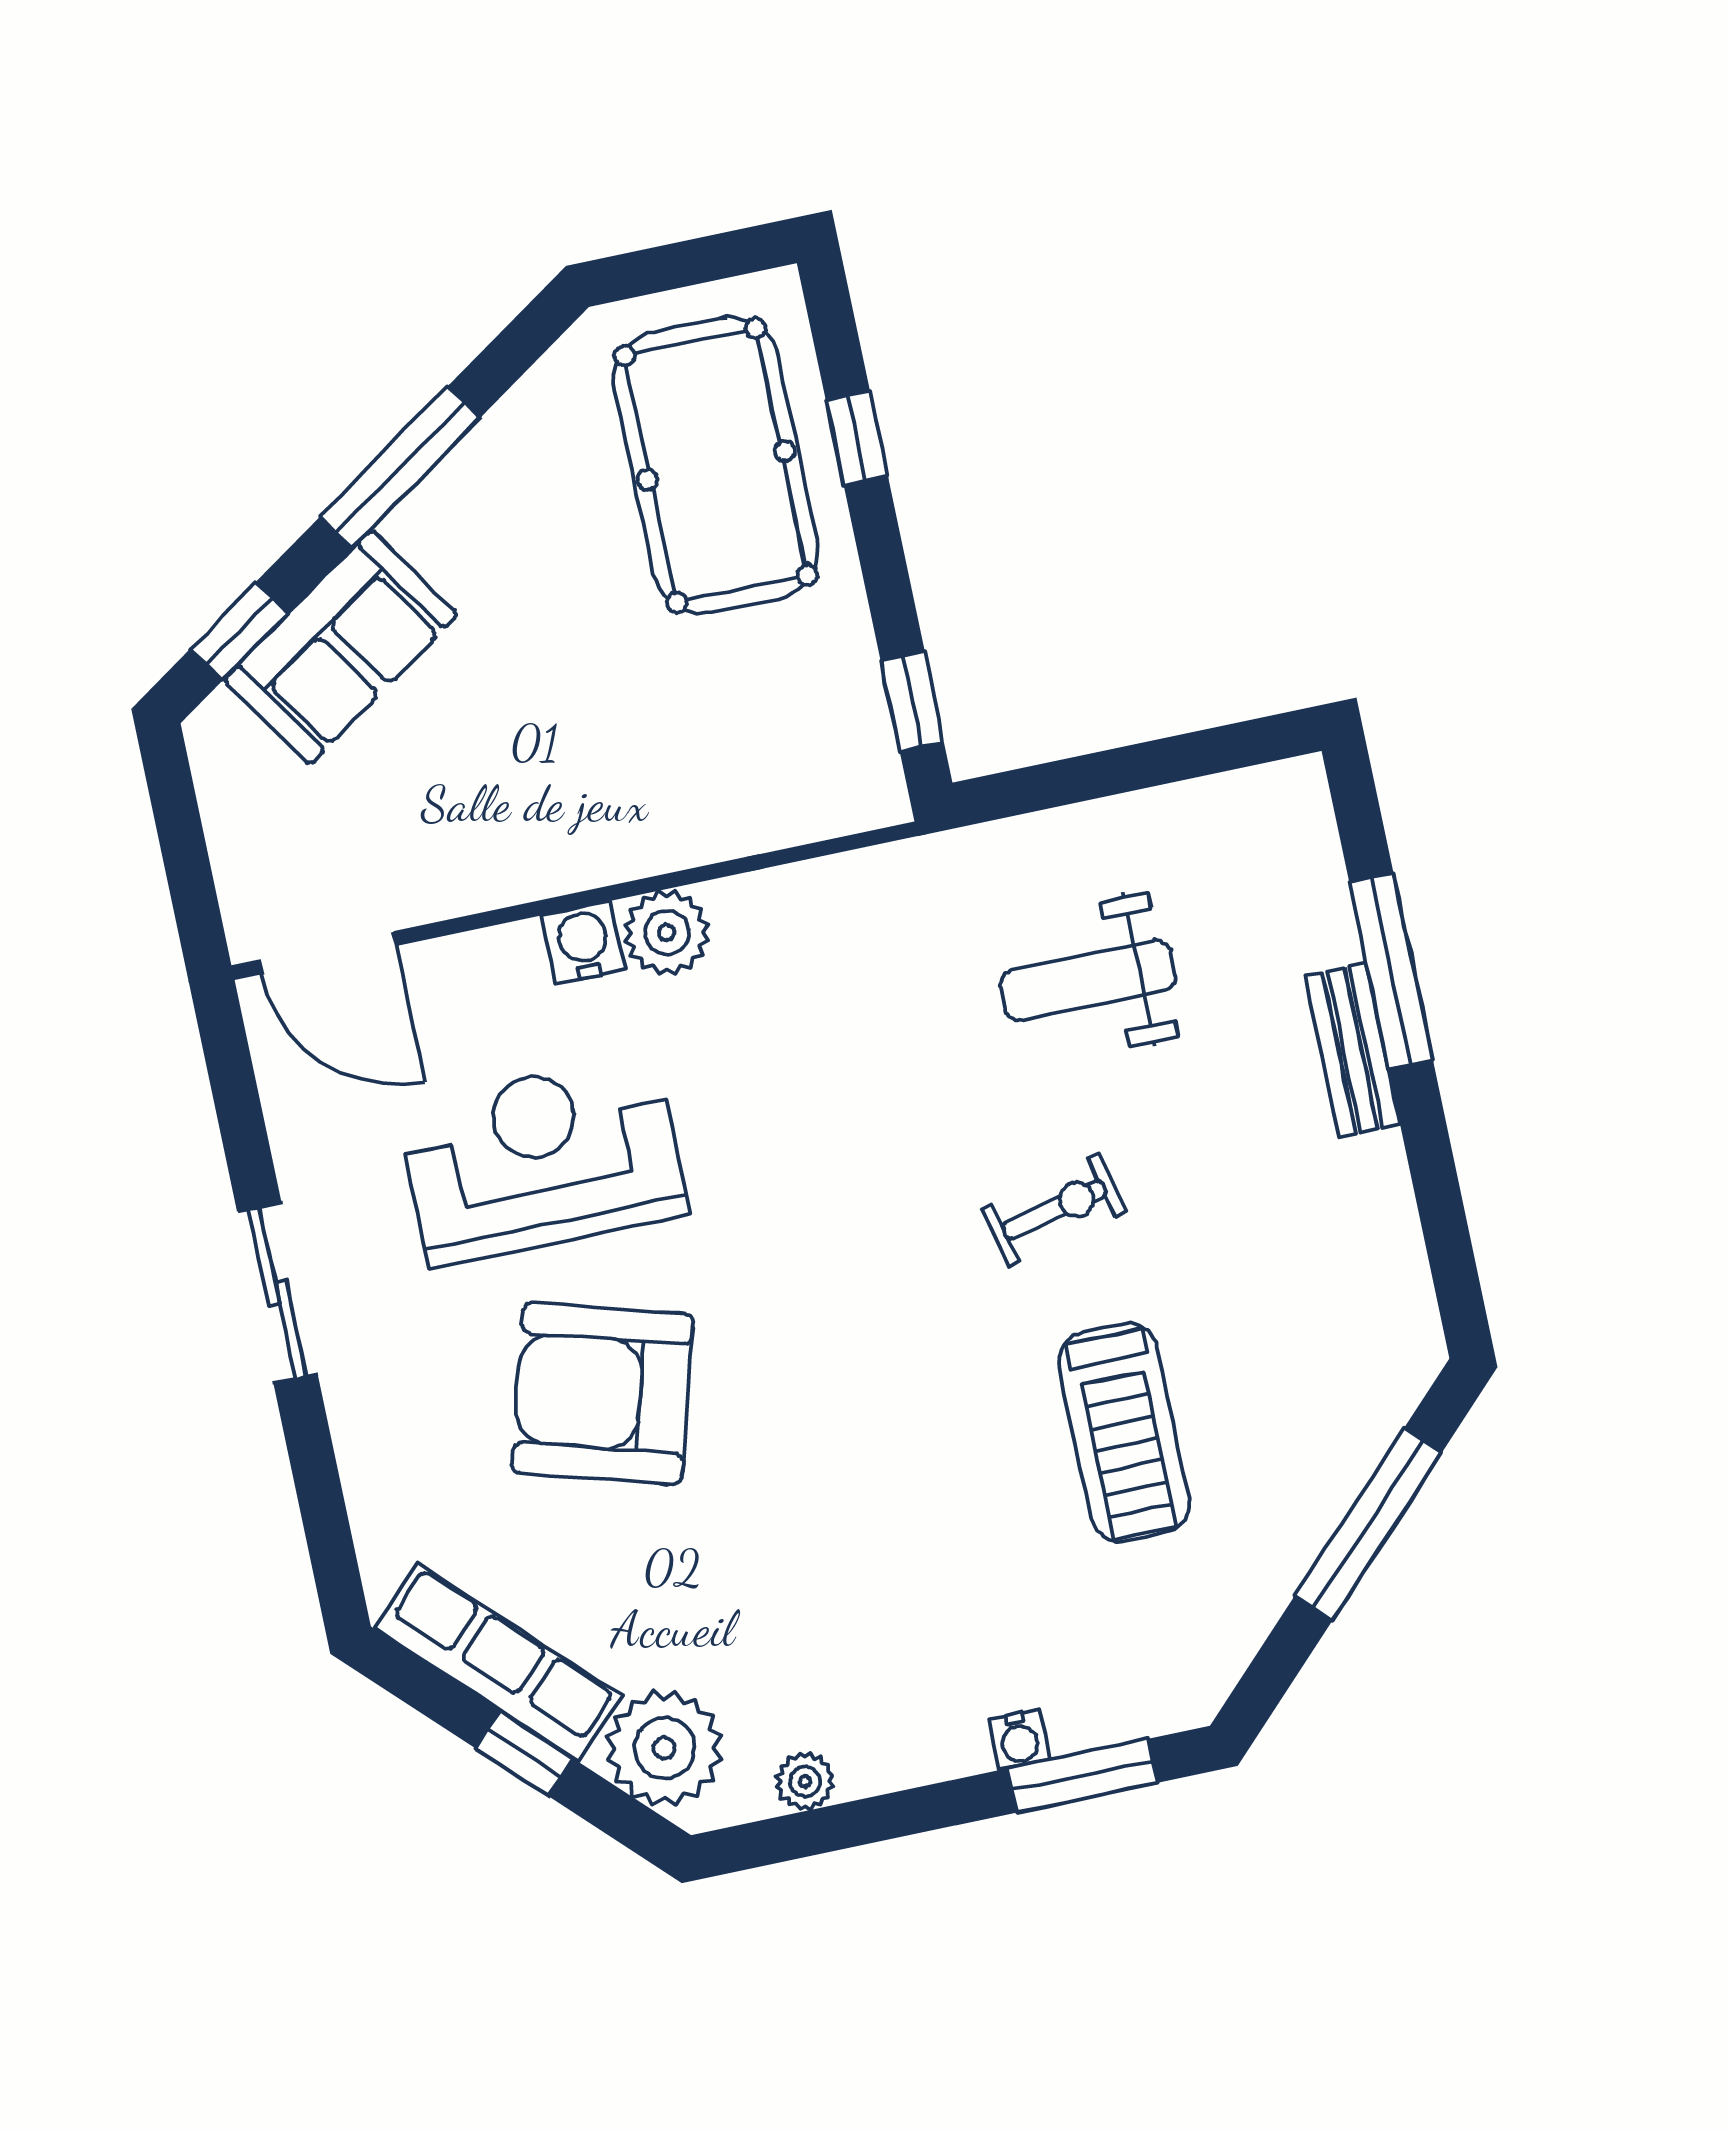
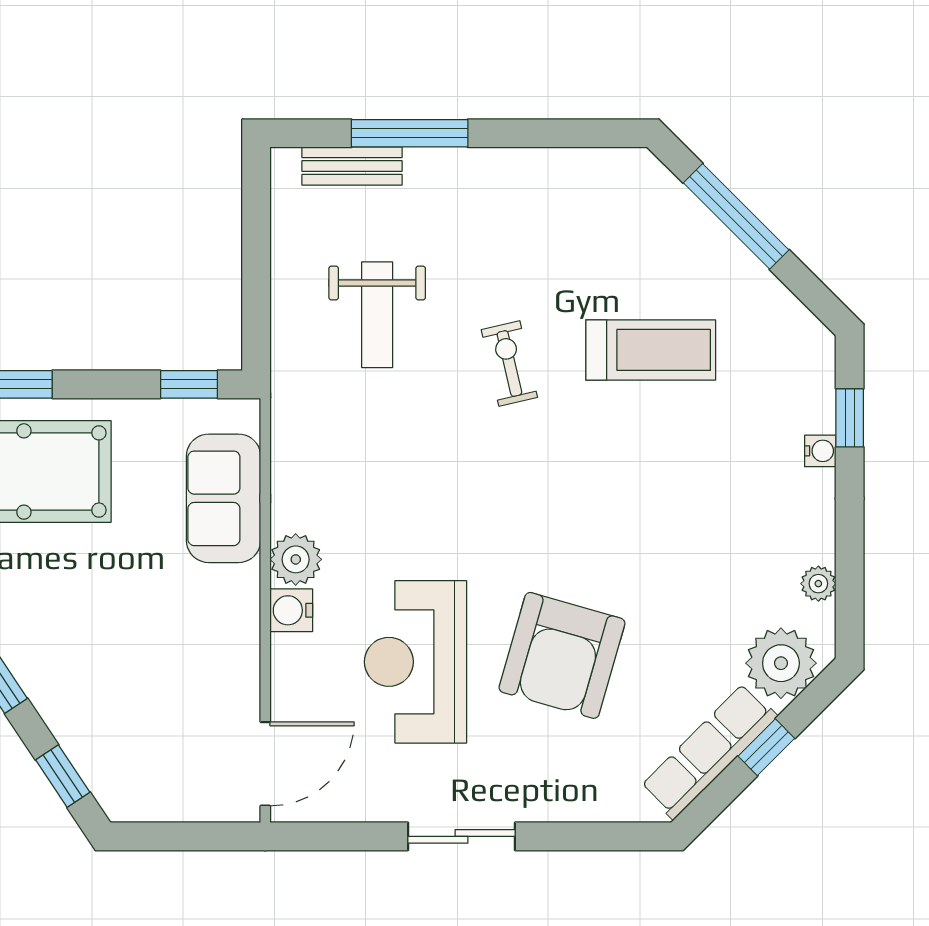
sofa: (341, 647) -> (224, 498), moved, turned -146
bench: (1353, 1050) -> (352, 166), moved
window: (1082, 1776) -> (850, 418), width x0.67

